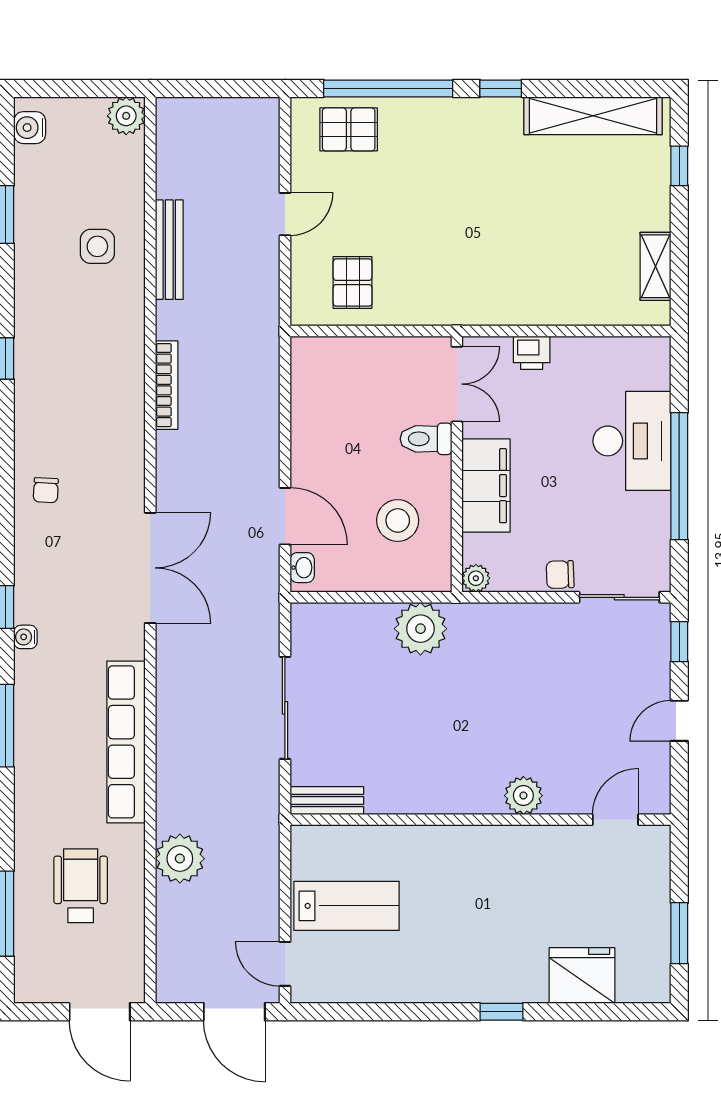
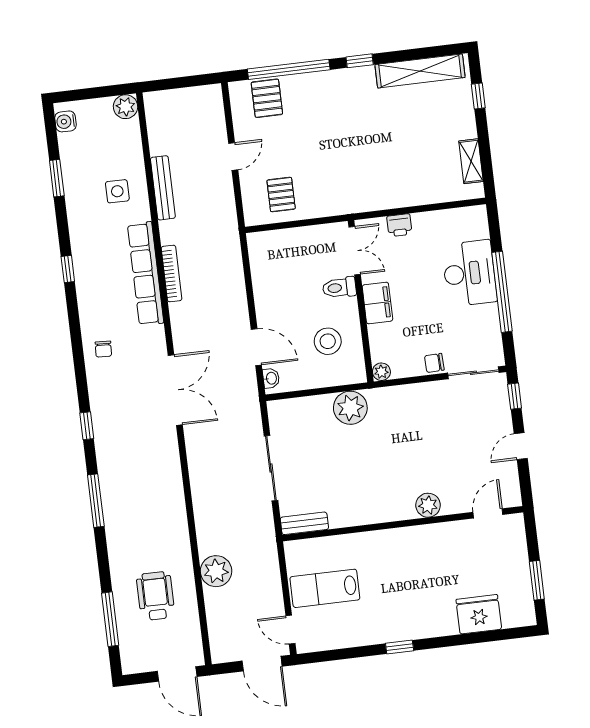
pallet: (349, 129) -> (267, 98), turned 90
filing cabinet: (486, 486) -> (377, 303), width x0.67, depth x0.86
water cooler: (25, 637) -> (102, 443), removed
row of seats: (126, 742) -> (146, 274), moved
lab bench: (347, 906) -> (325, 588), turned 180
window: (502, 1012) -> (400, 647), moved

